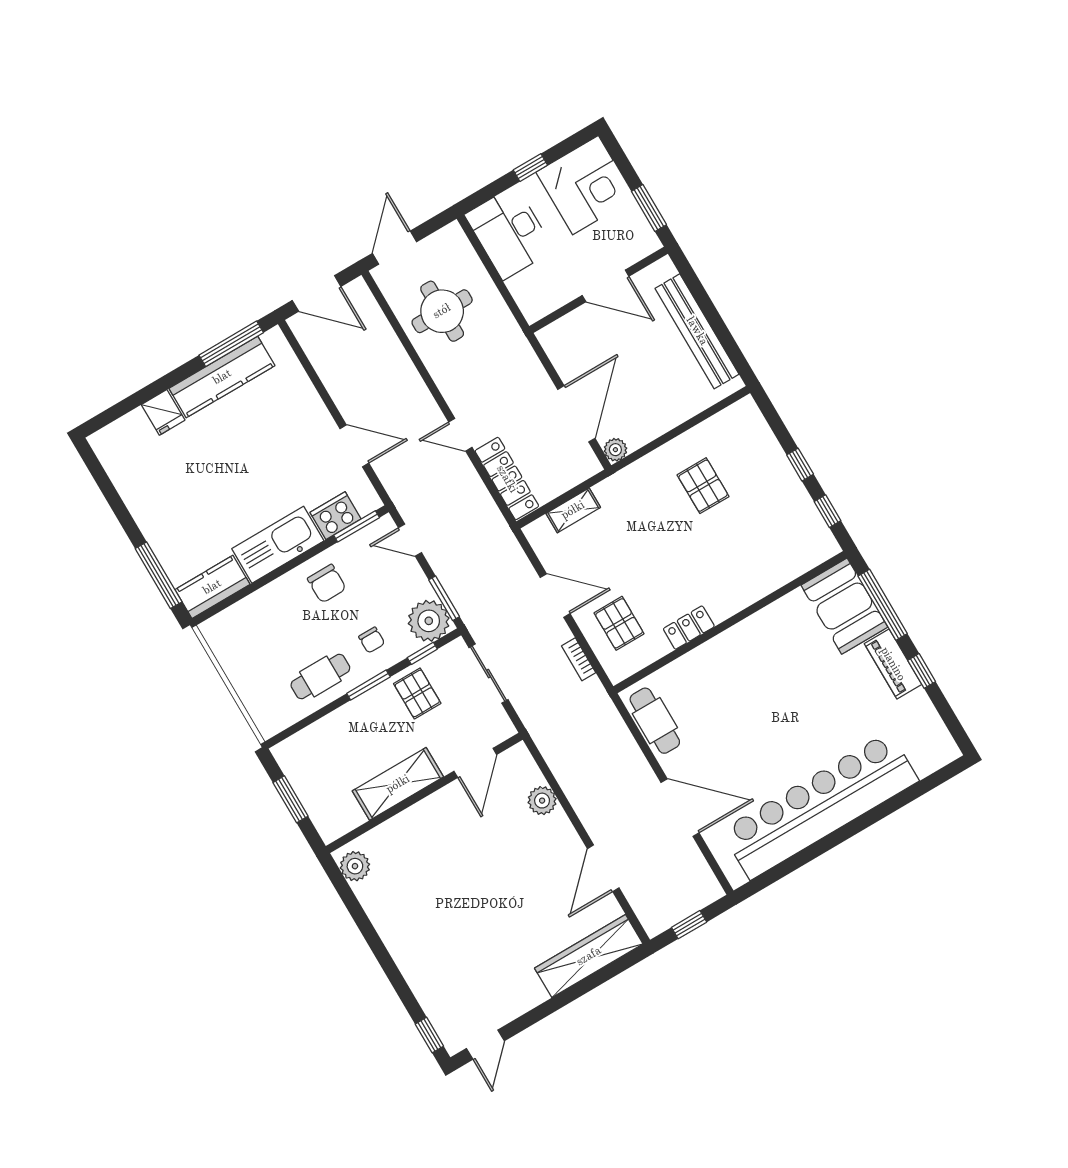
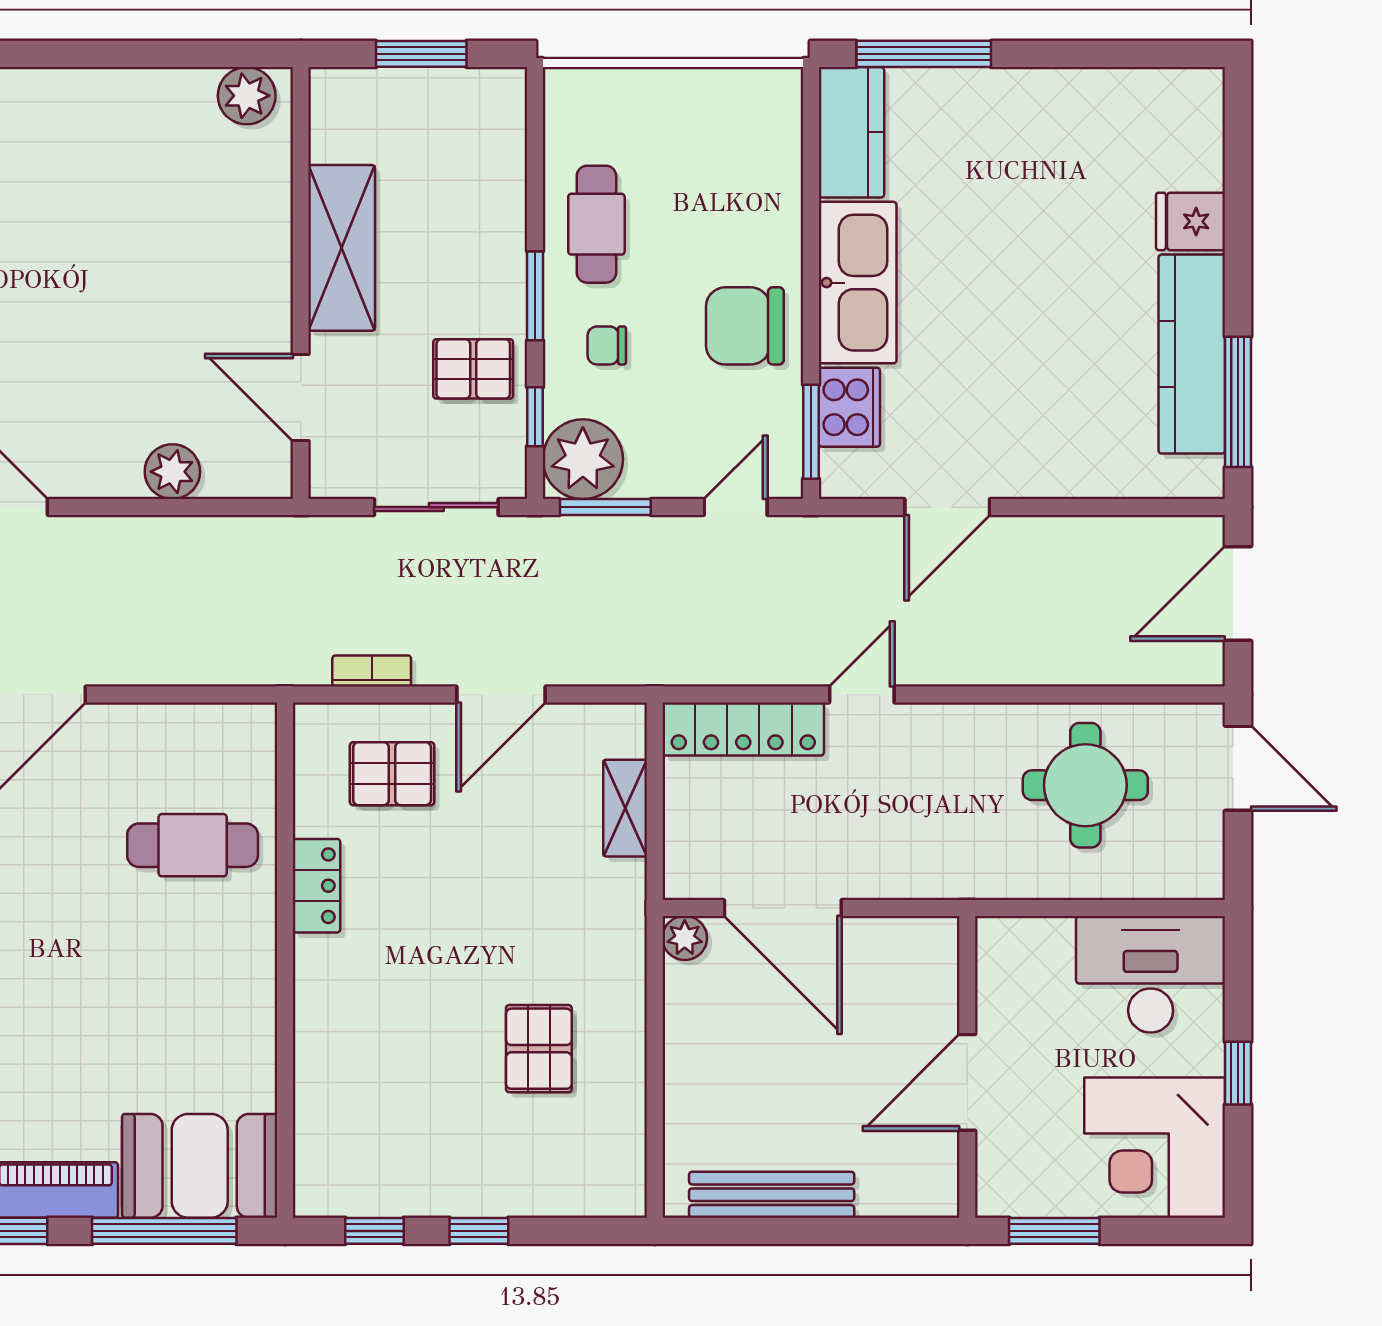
bench: (697, 331) -> (772, 1195), width x0.73, depth x0.82
pallet: (703, 486) -> (539, 1049), turned 90
chair: (327, 584) -> (745, 326), width x1.37, depth x1.37
cafe table: (655, 721) -> (193, 845), moved

